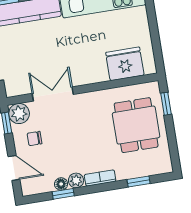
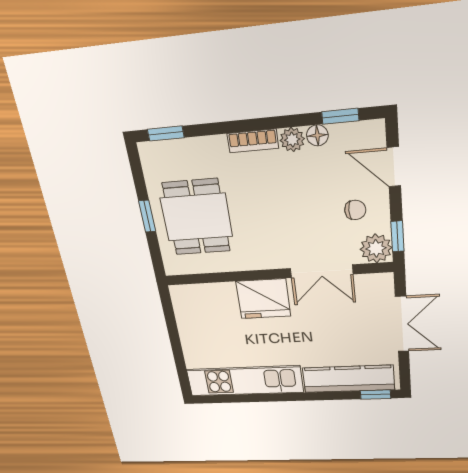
fridge: (125, 64) -> (263, 299), moved
window: (166, 104) -> (147, 216), moved
window: (139, 182) -> (166, 133), moved
window: (63, 194) -> (340, 116), moved

